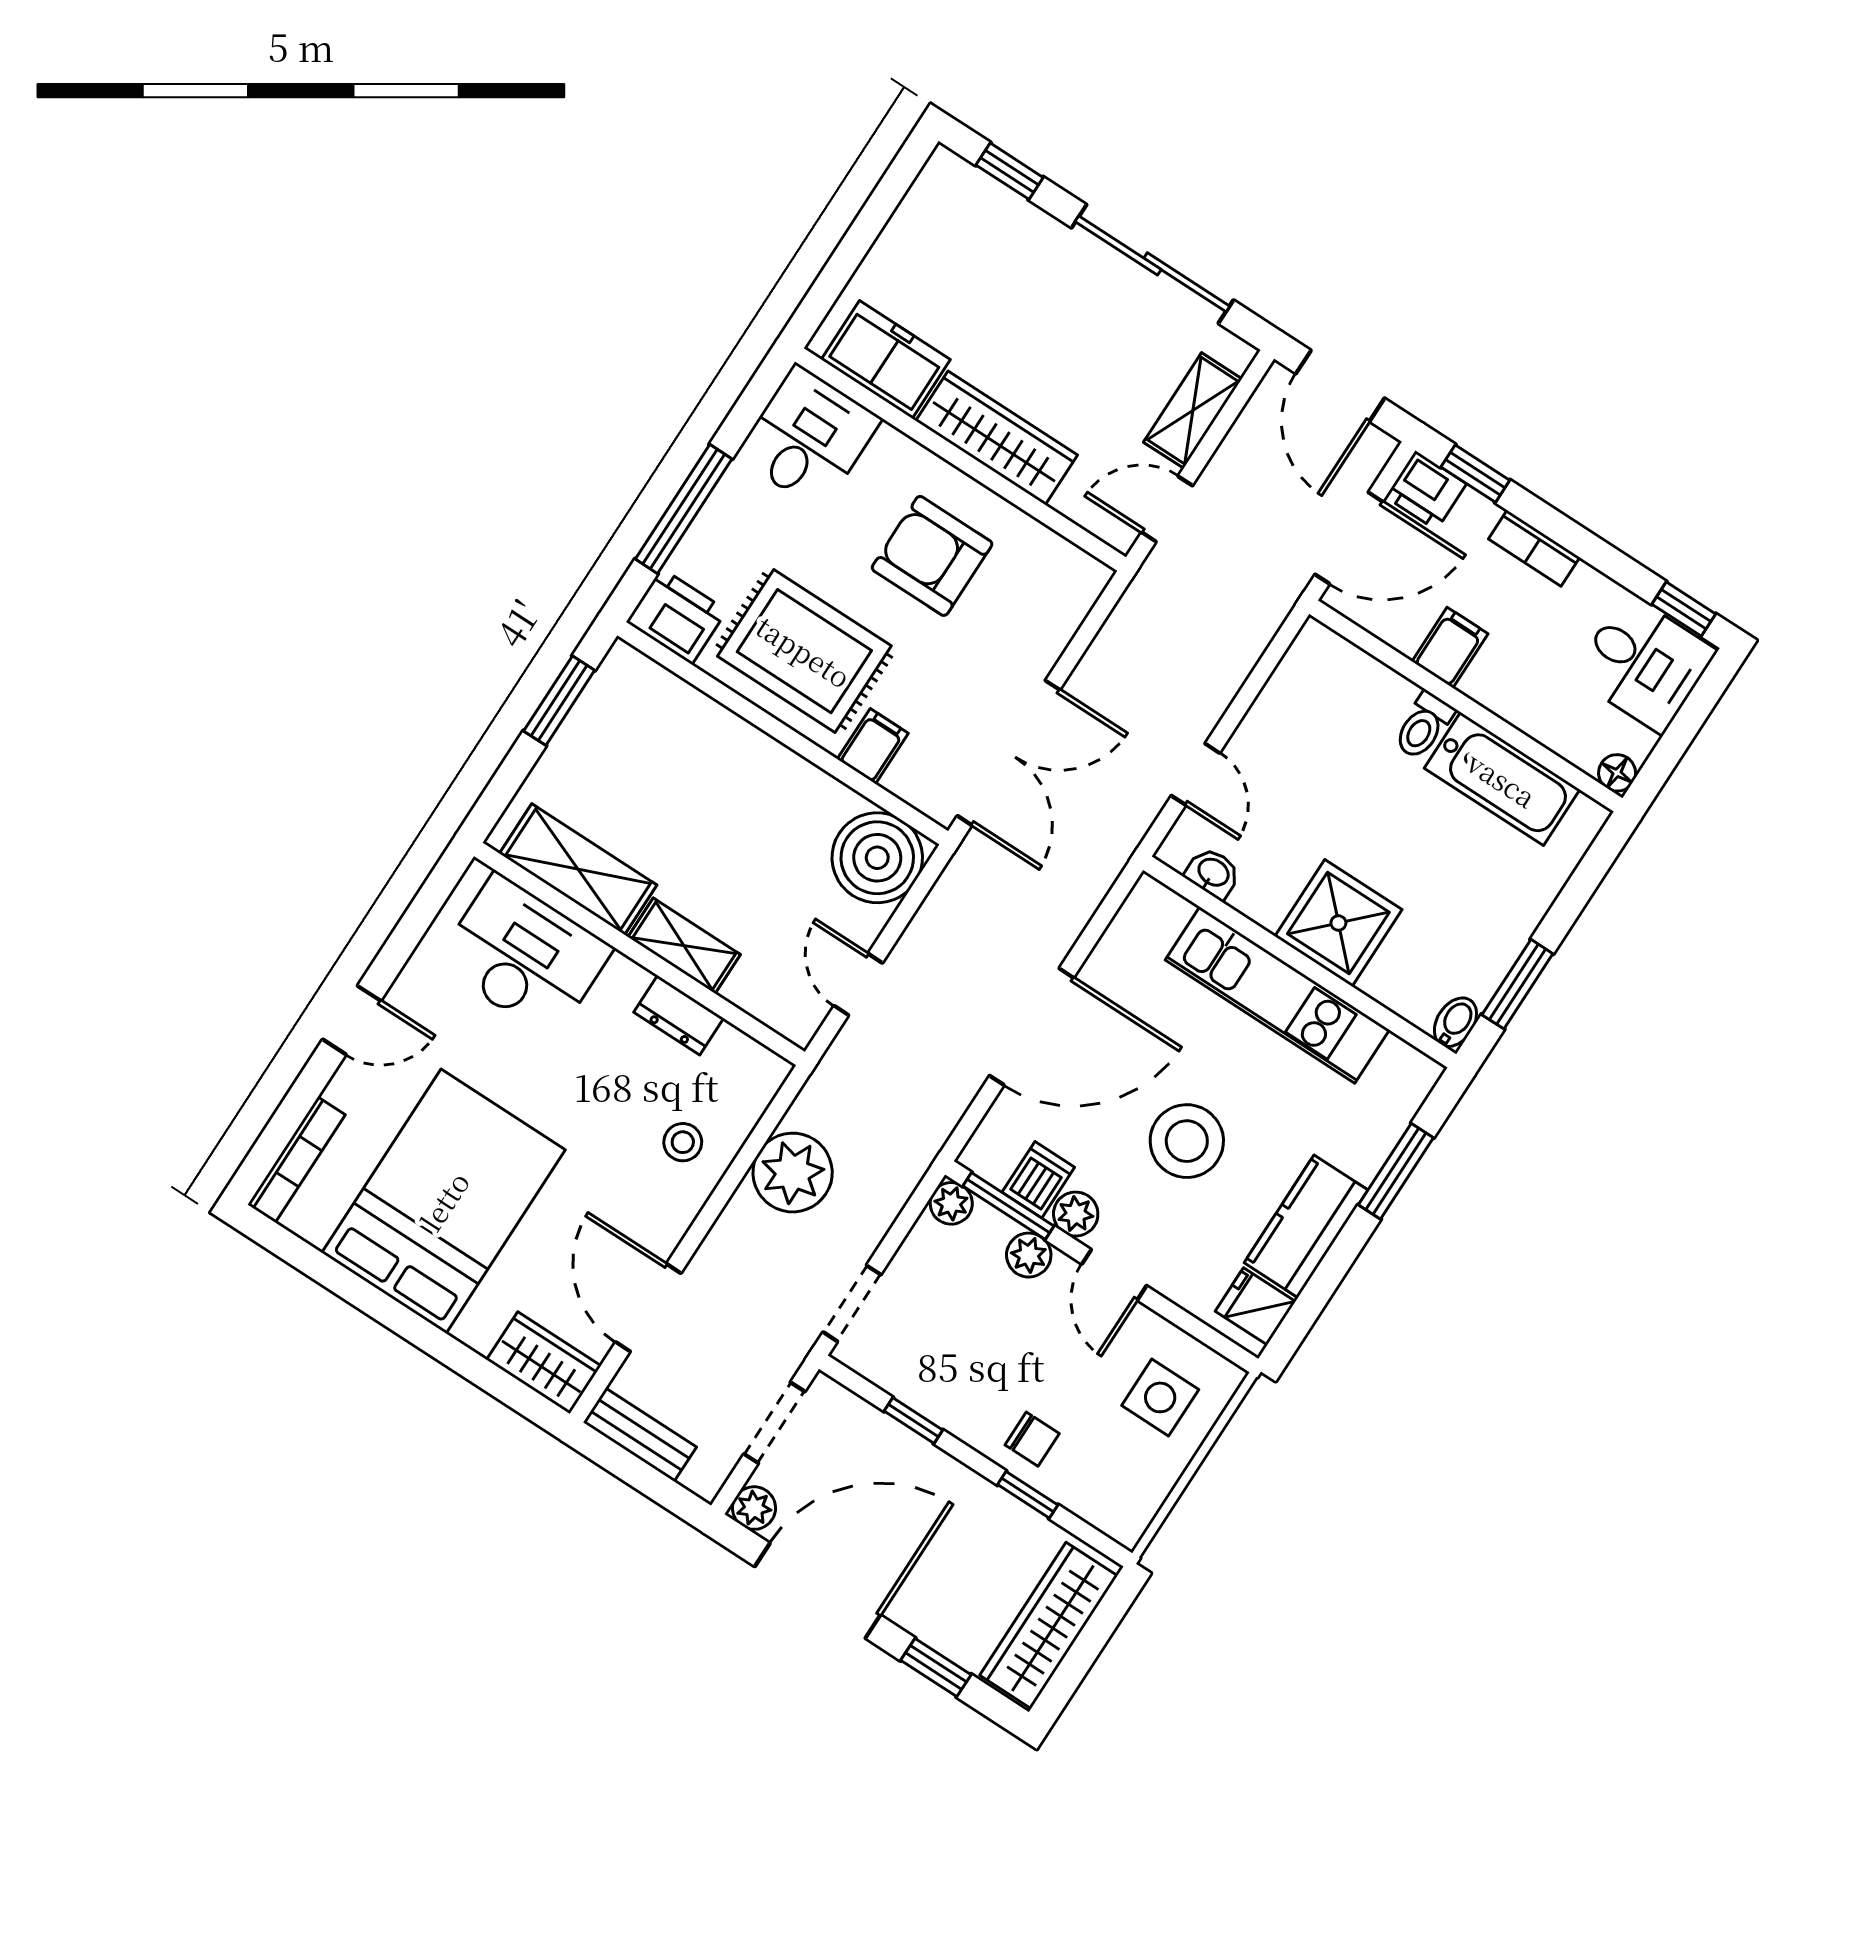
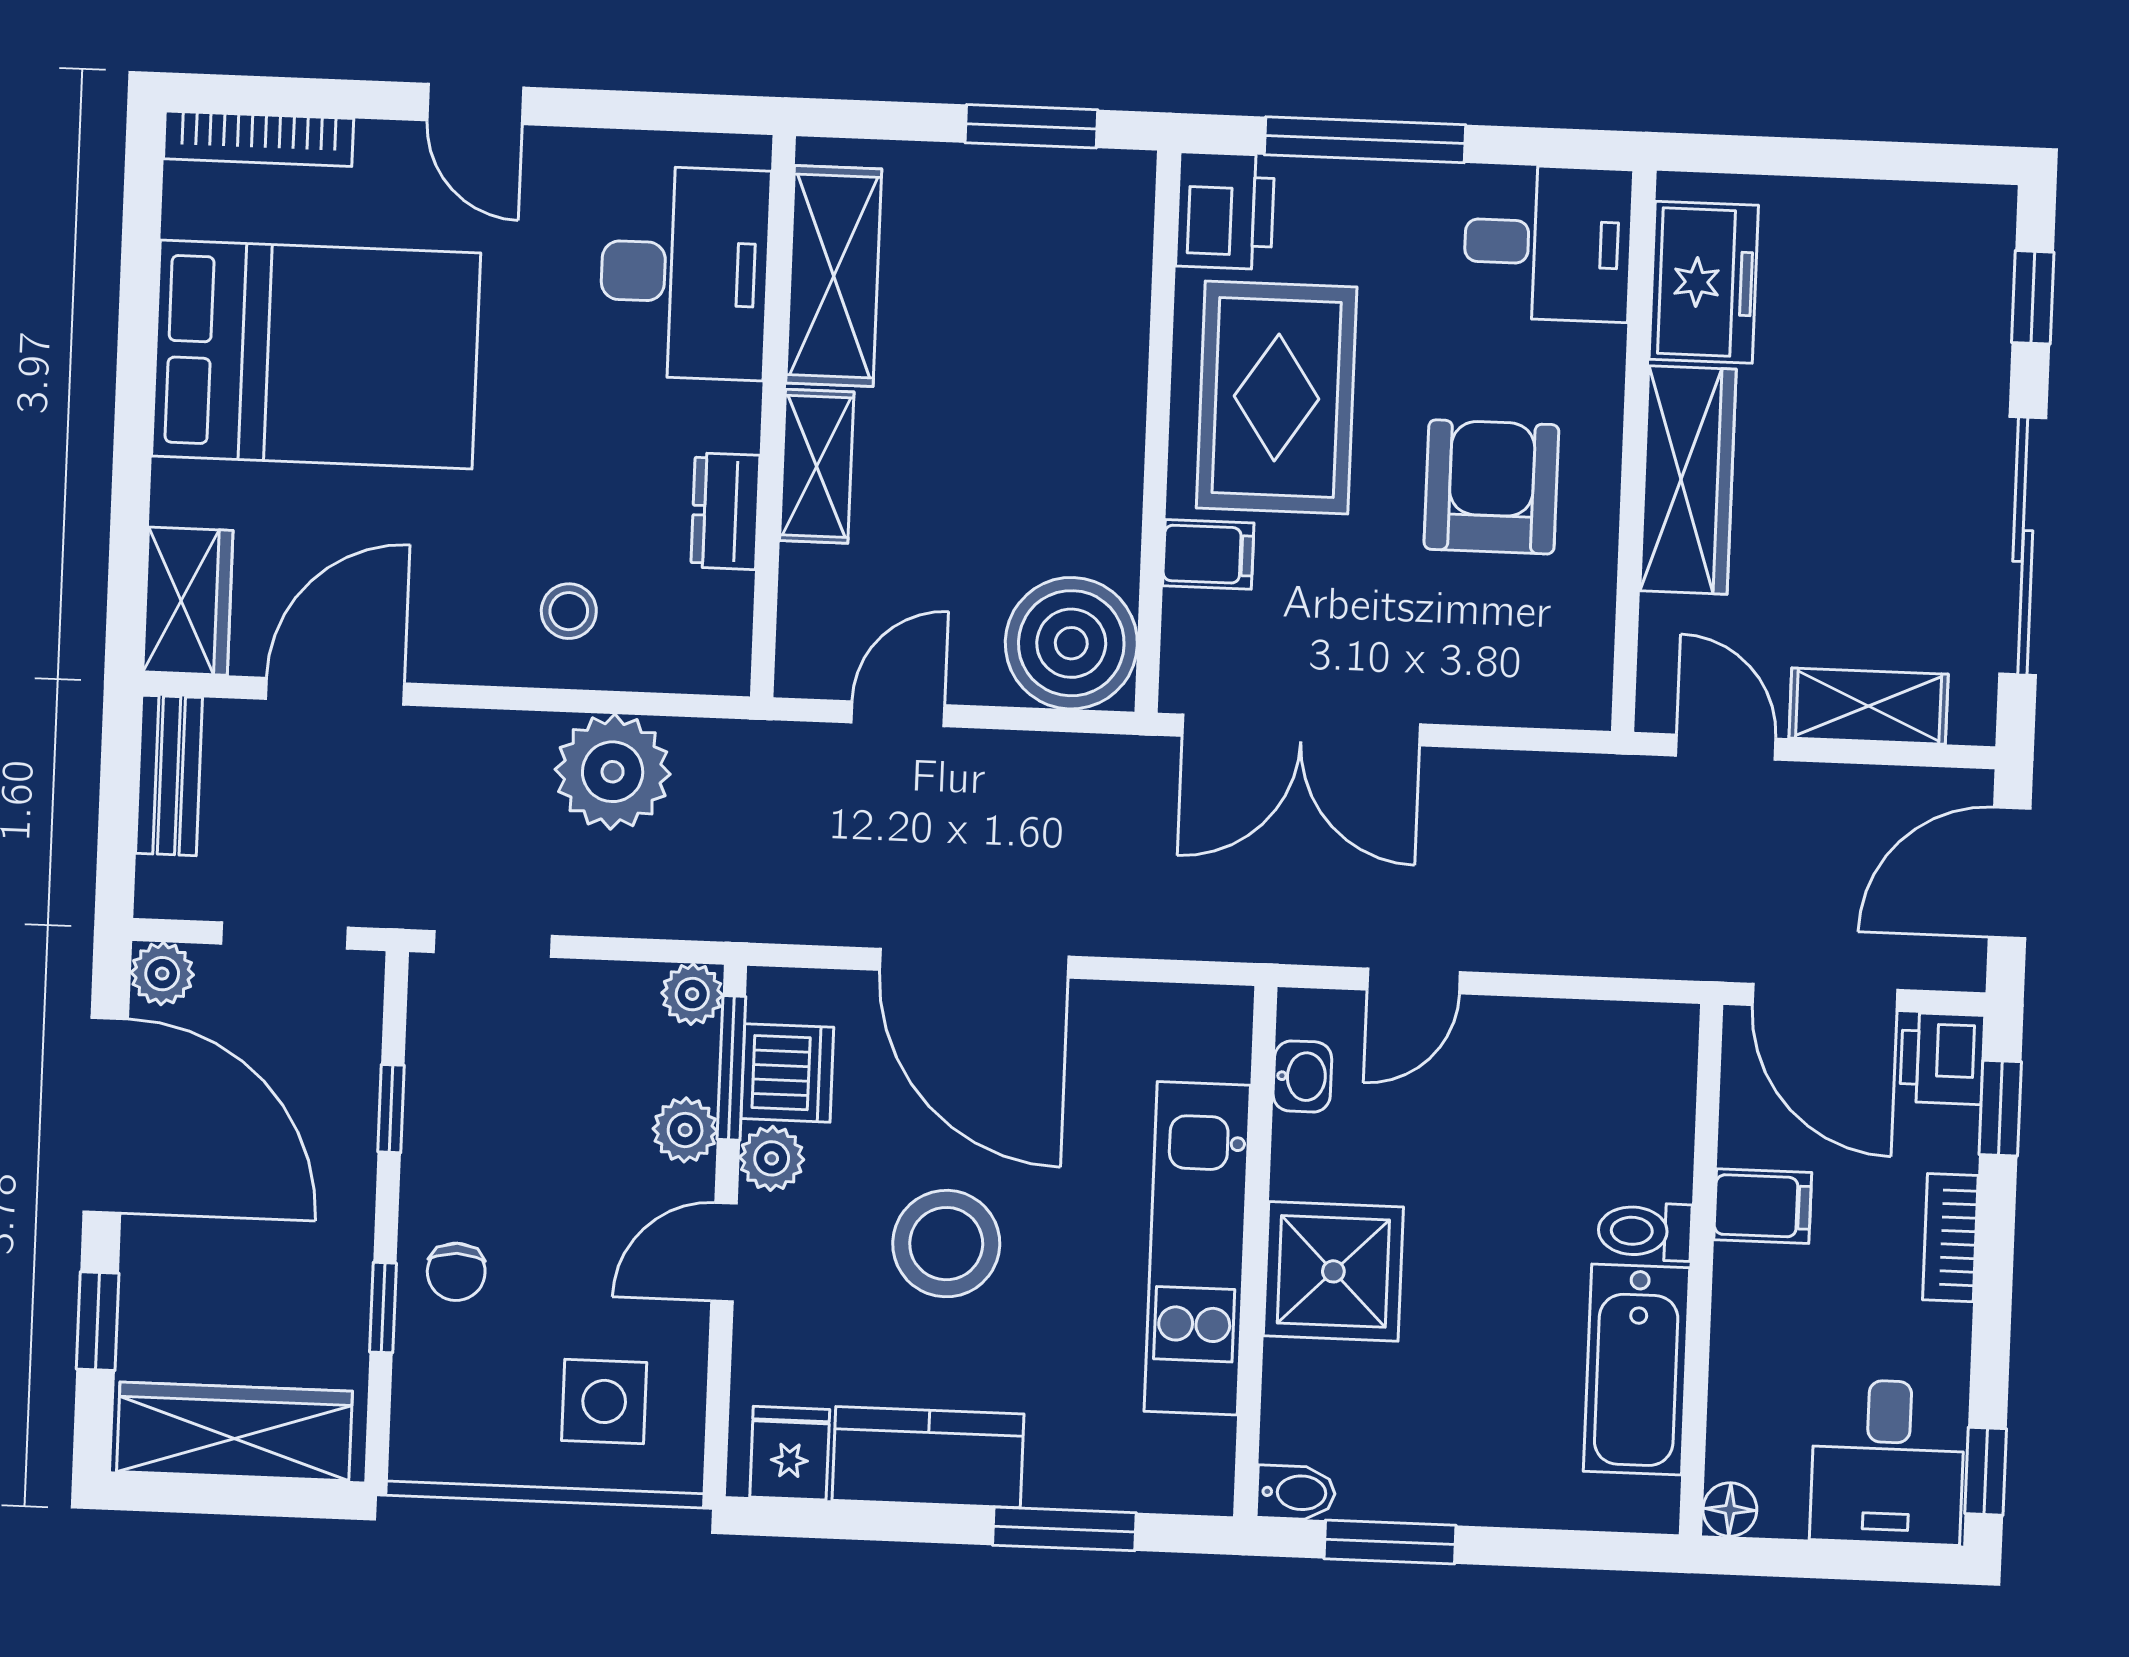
dishwasher: (1038, 1180) -> (787, 1073), width x1.38

